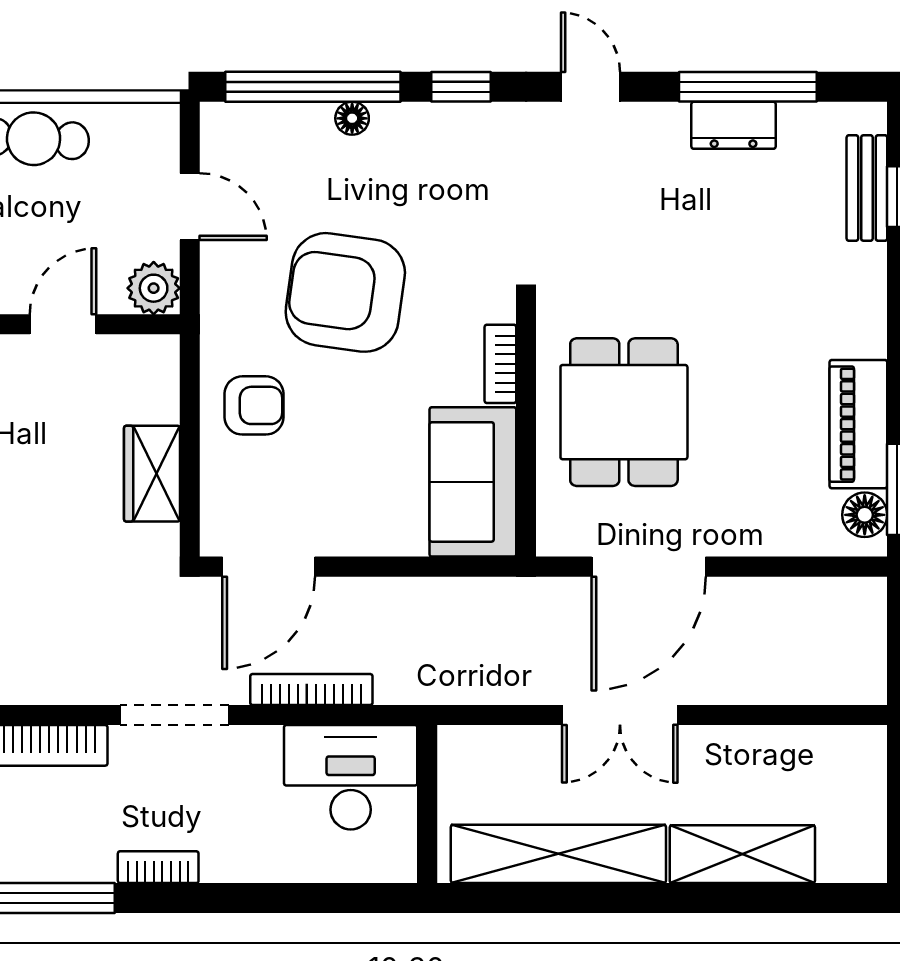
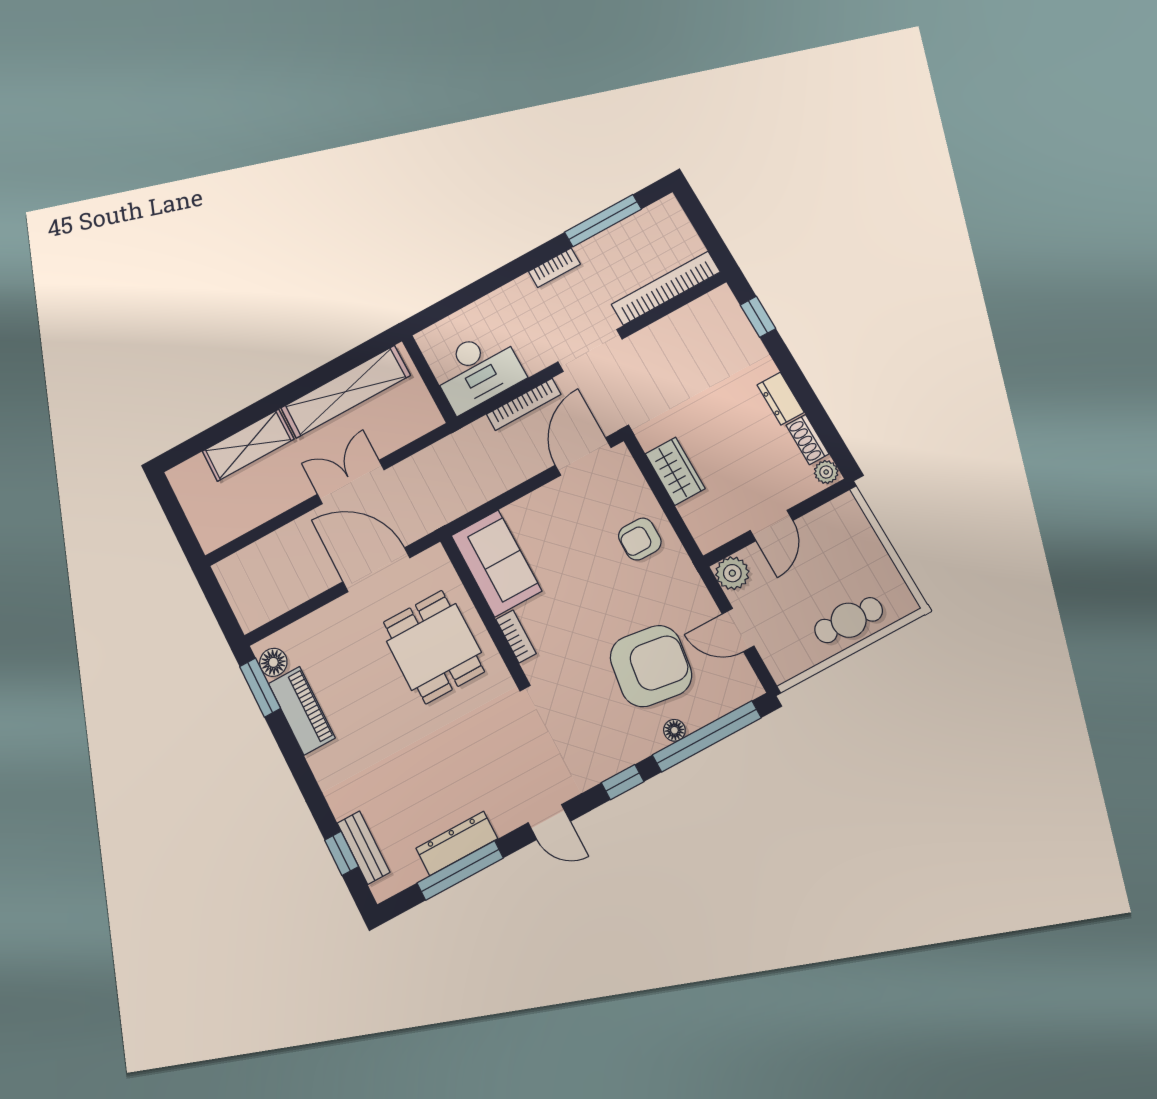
dresser: (734, 125) -> (457, 843), width x1.44
armchair: (345, 292) -> (651, 666), moved
door: (649, 567) -> (376, 570), hinge flipped

